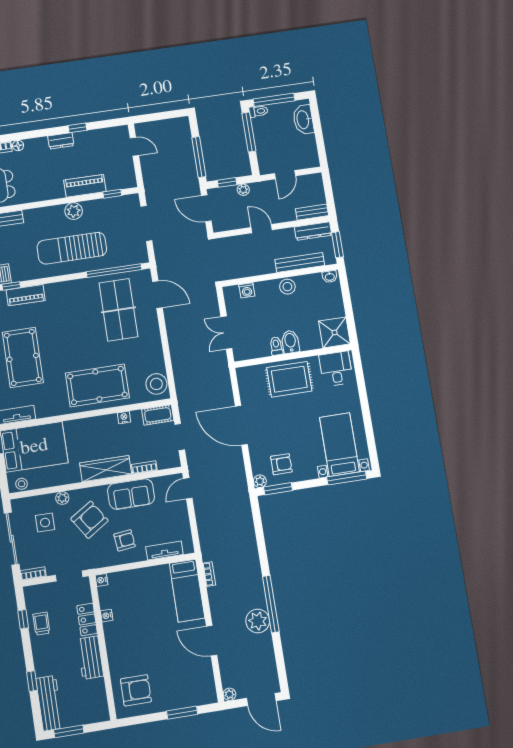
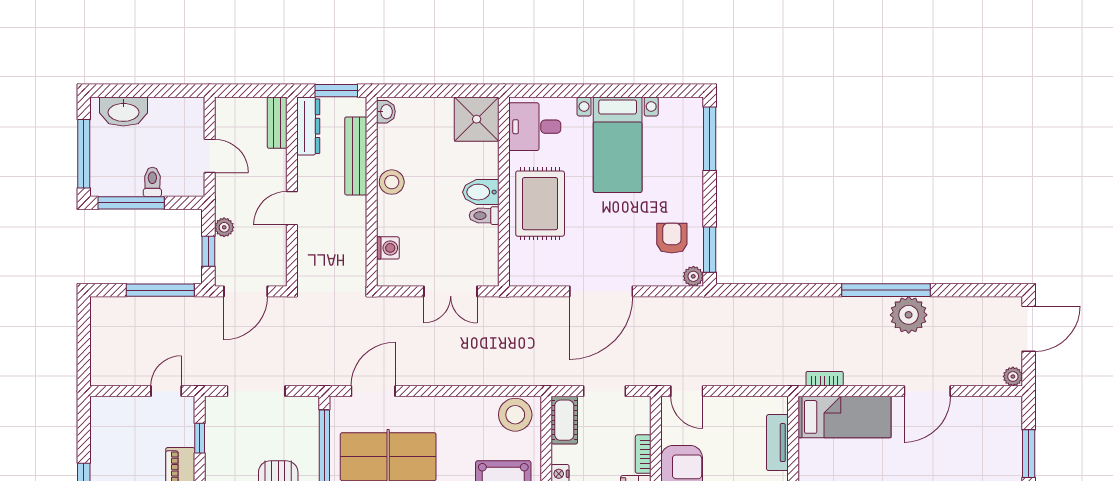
toilet: (258, 111) -> (152, 182), moved
door: (134, 147) -> (166, 391), moved
bed with nightstands: (339, 445) -> (618, 145), moved, turned -90

